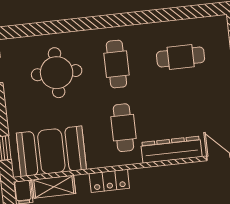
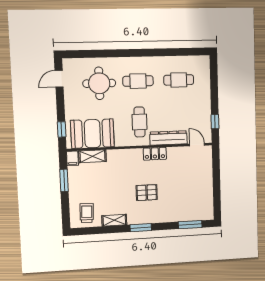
cafe table: (116, 64) -> (138, 81), turned 90
locker: (109, 181) -> (155, 154), moved

